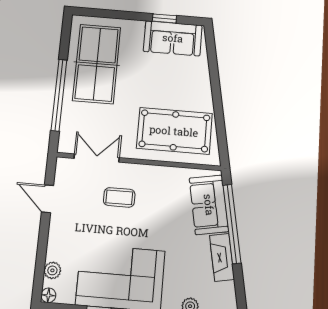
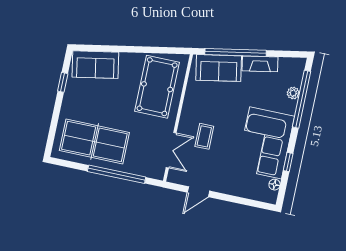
sofa: (173, 38) -> (95, 65), moved, turned 80
double door: (97, 158) -> (171, 150), swing flipped
plant: (52, 270) -> (254, 193), removed
floor lamp: (48, 295) -> (275, 185), moved

